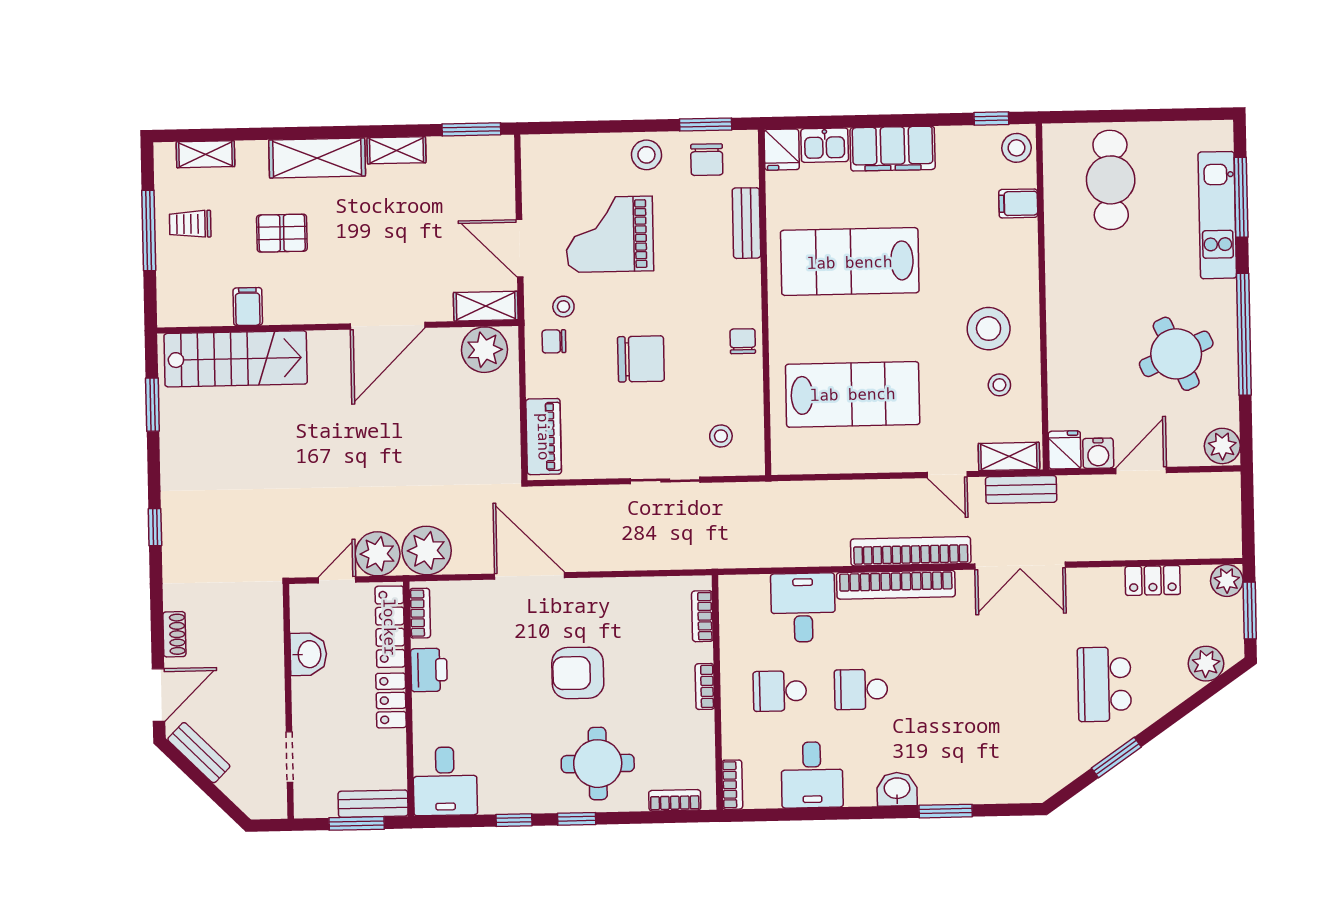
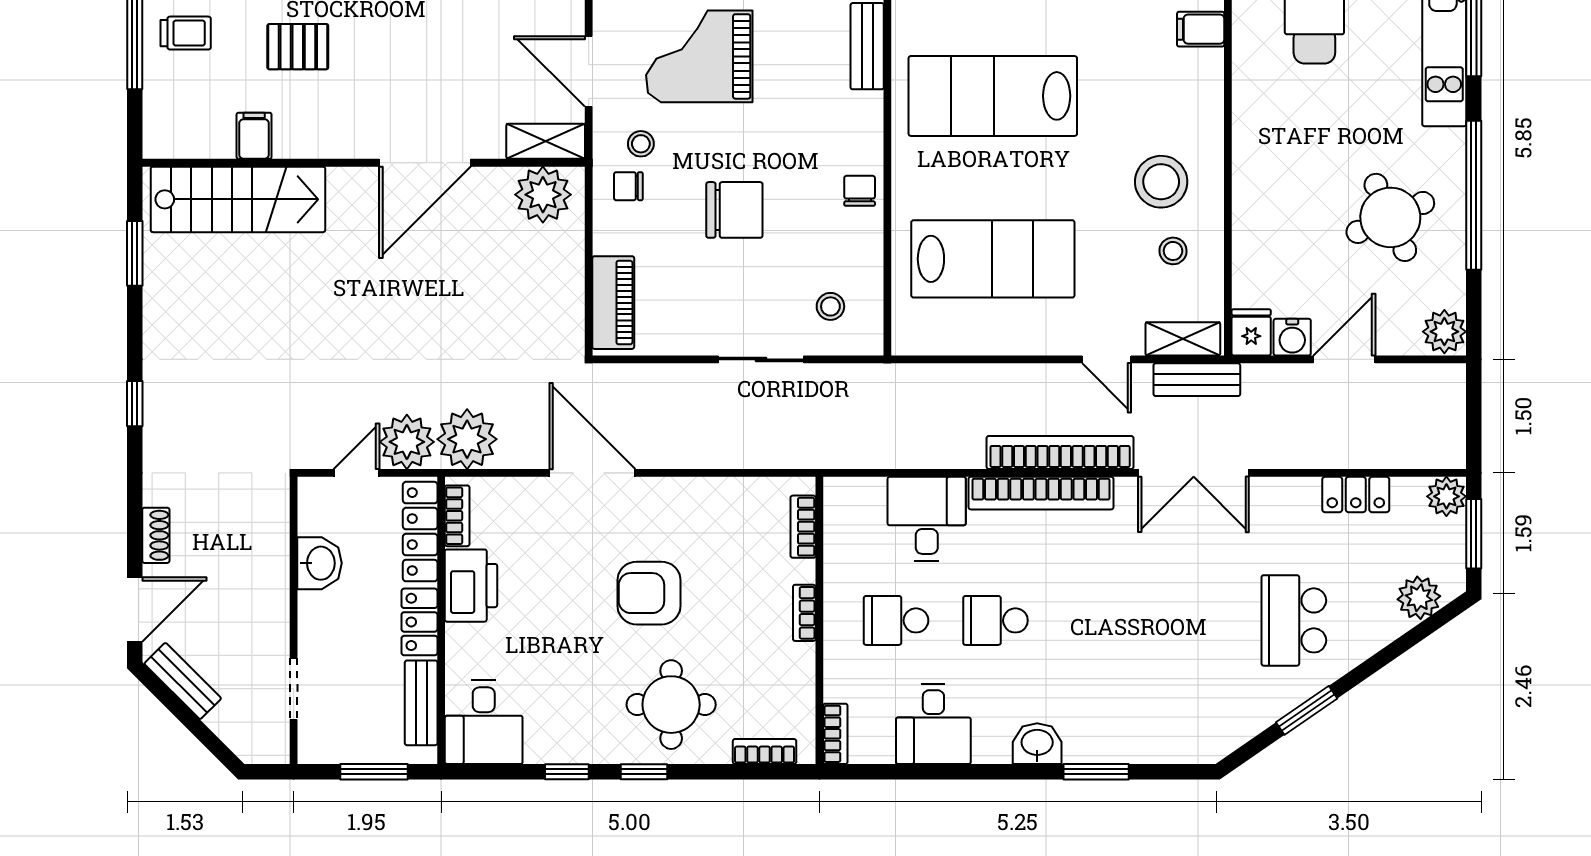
trolley: (190, 224) -> (186, 33), turned 180
printer: (429, 670) -> (471, 586), width x1.37, depth x1.19
bench: (373, 804) -> (421, 703), moved, turned 90

